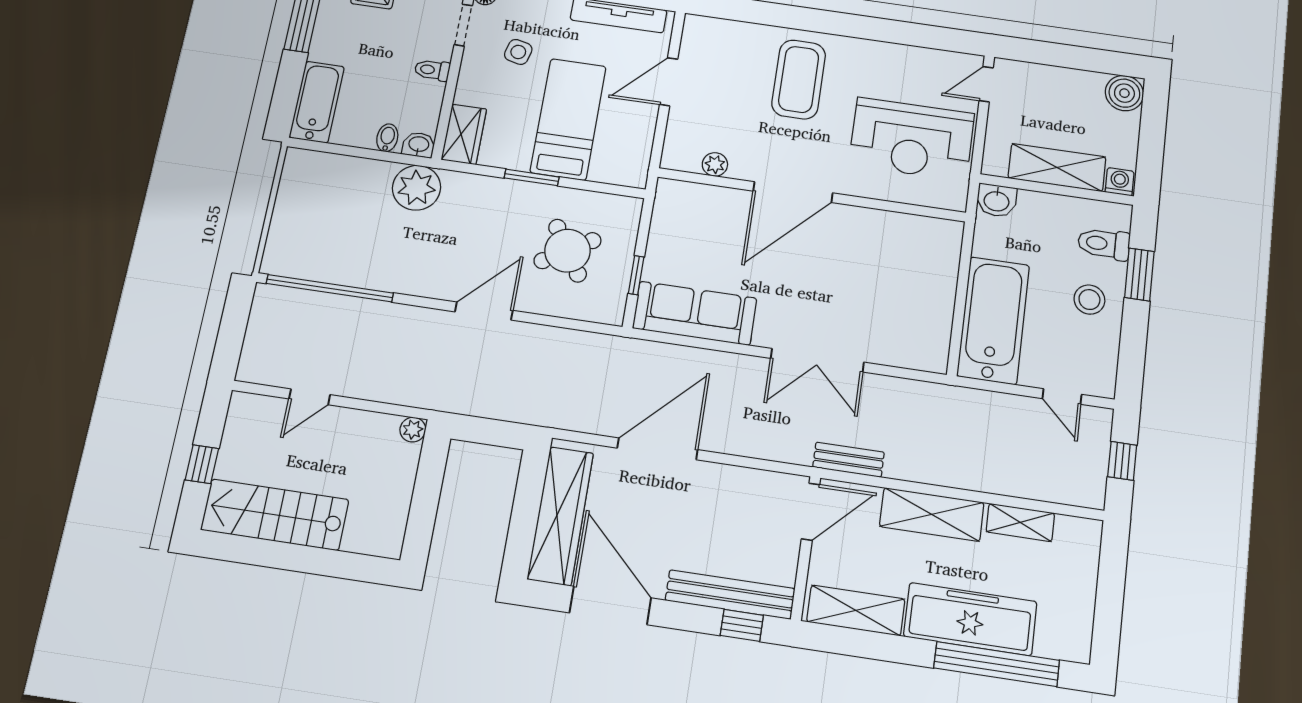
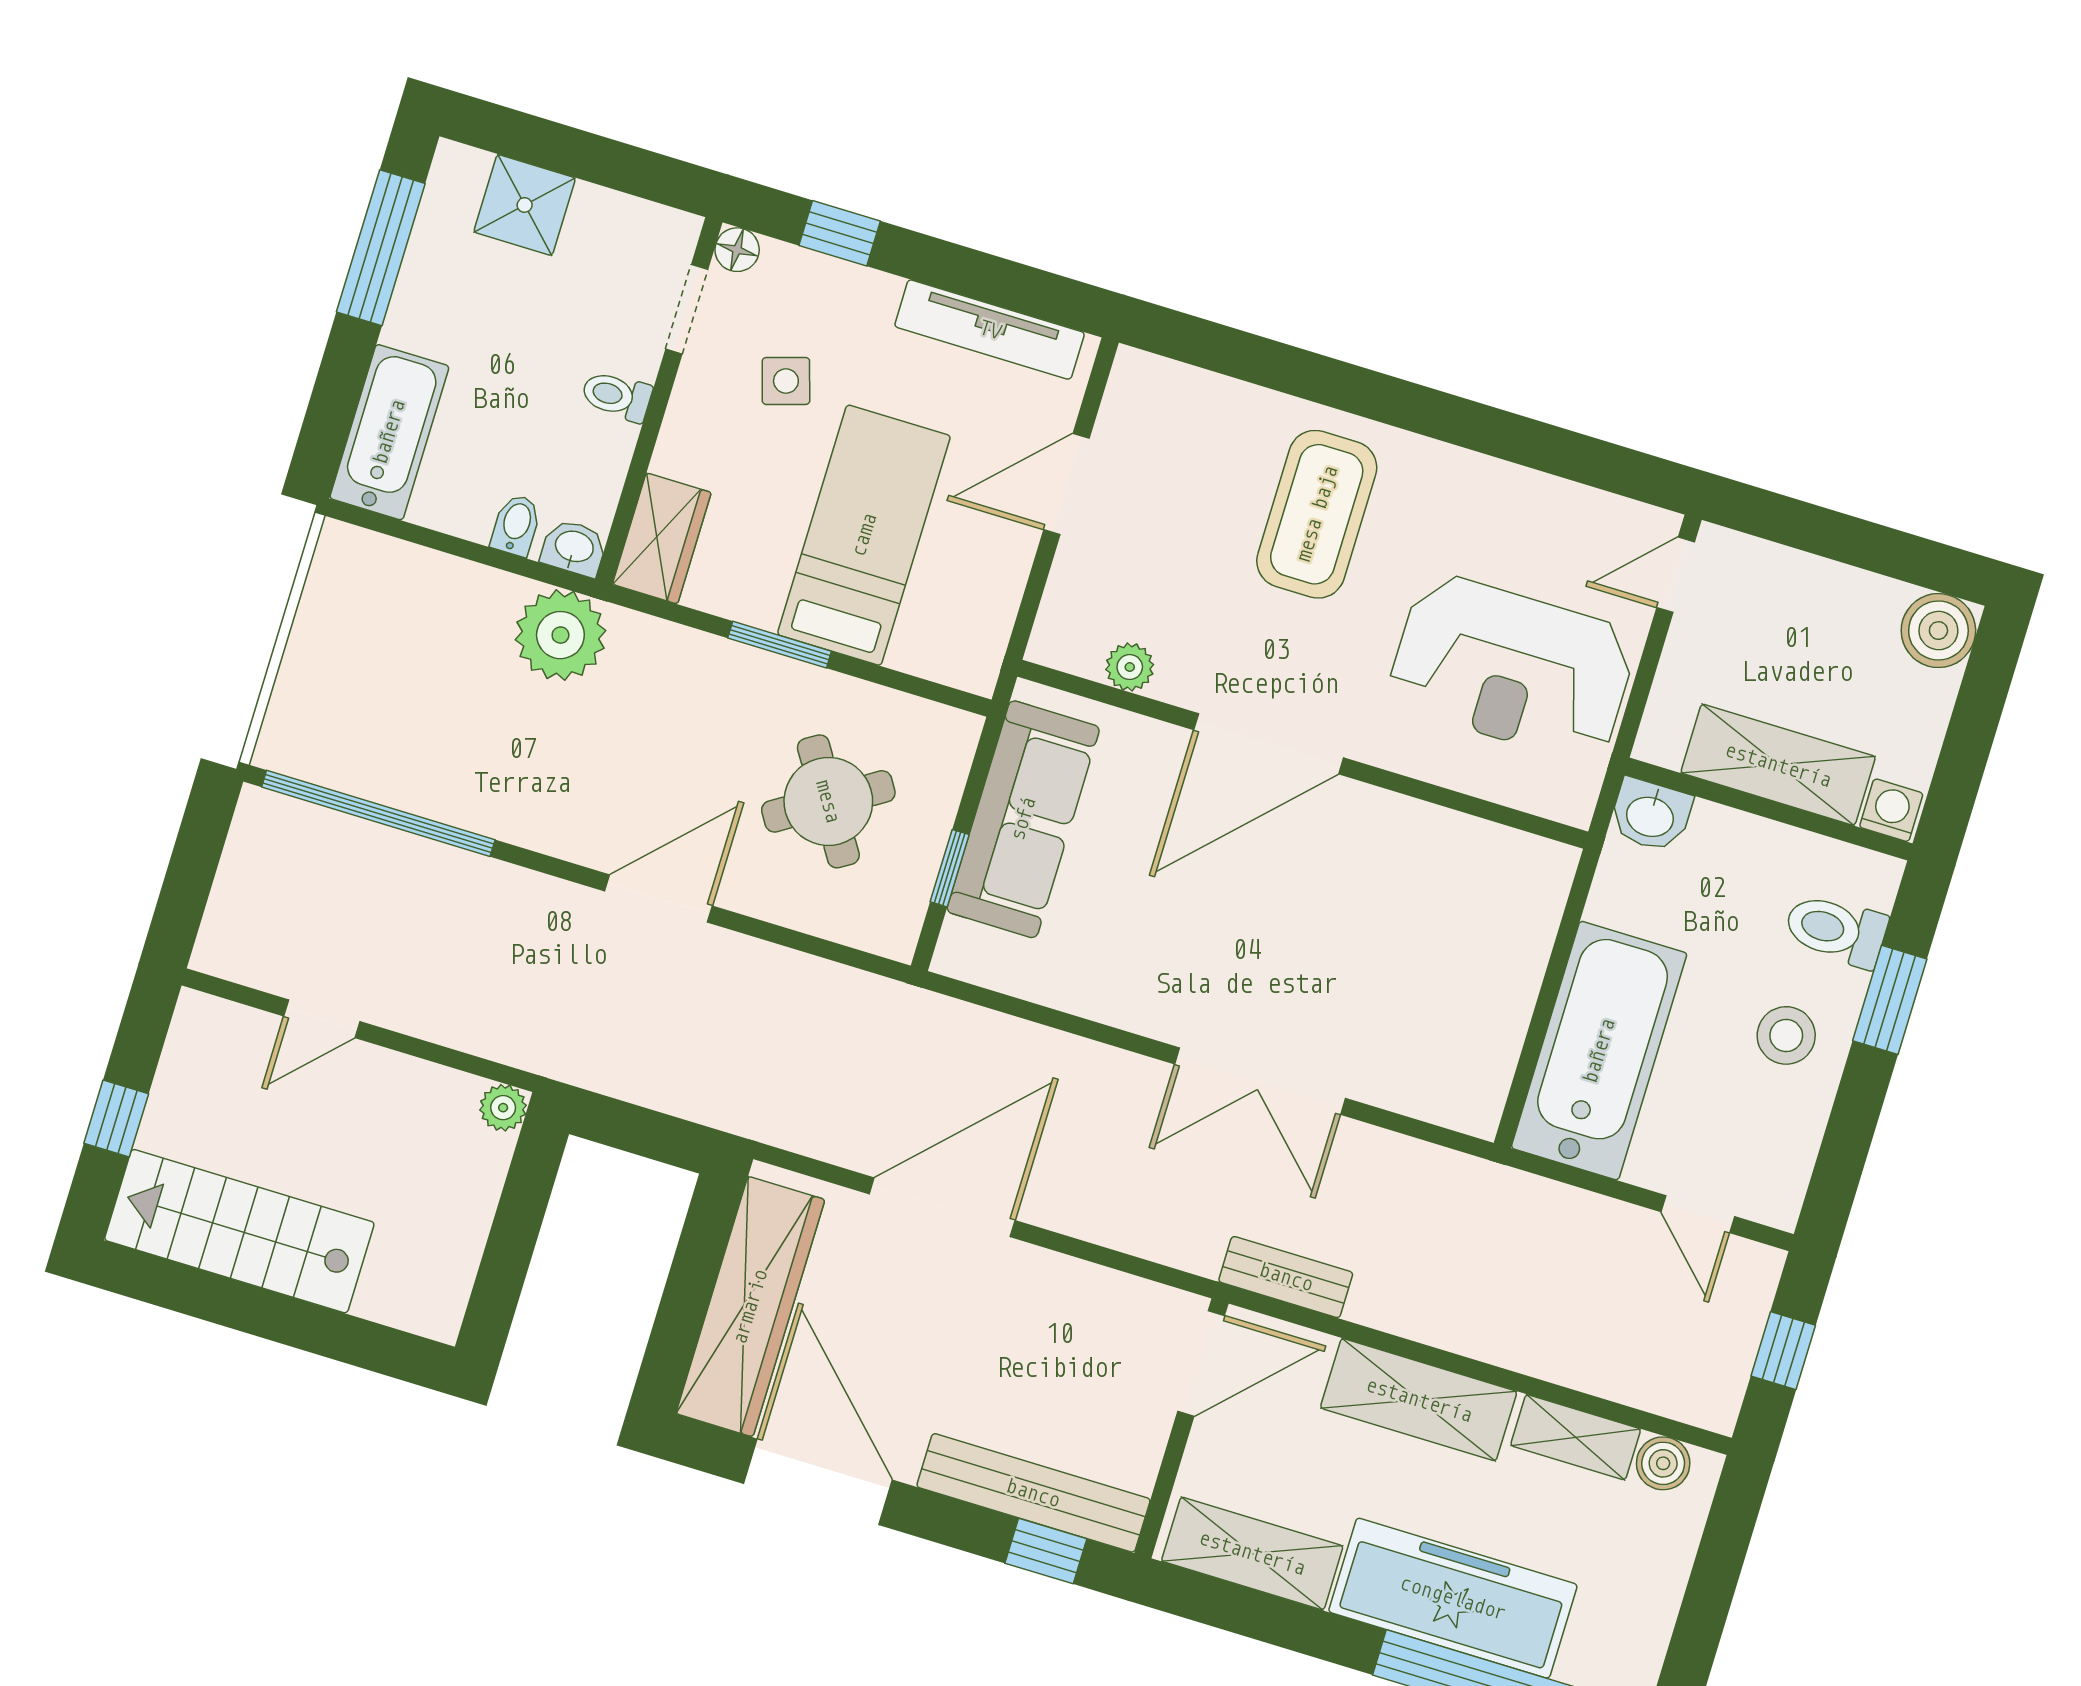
side table: (518, 52) -> (786, 381), turned -31
sofa: (695, 313) -> (1023, 819), moved, turned 90
boiler: (1070, 530) -> (1663, 1463), added

